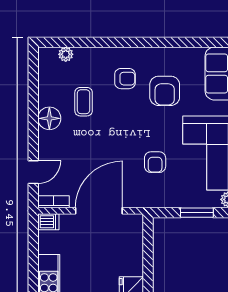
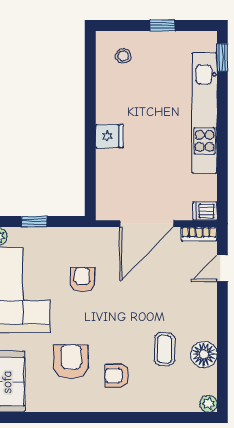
plant: (66, 54) -> (209, 404), moved
floor lamp: (49, 118) -> (204, 354), moved
window: (197, 213) -> (34, 221), width x0.67

